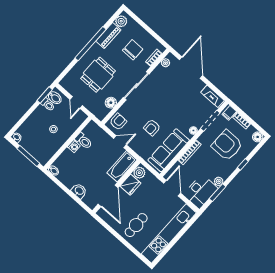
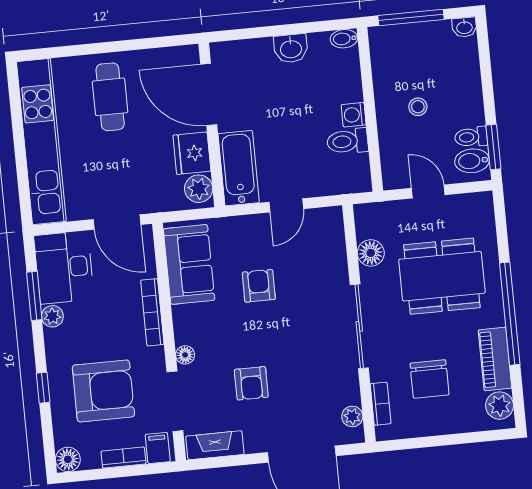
dining table: (98, 75) -> (442, 276), width x1.37
armchair: (118, 122) -> (251, 383), moved
sofa: (169, 150) -> (189, 264), width x0.73
washbasin: (79, 191) -> (291, 48), moved

